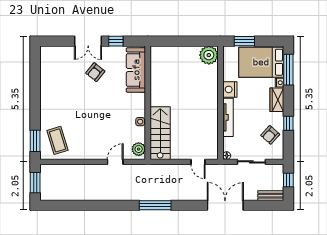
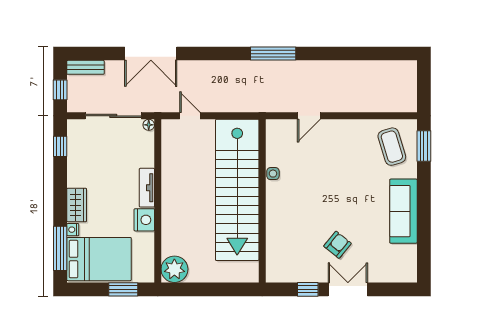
sofa: (136, 70) -> (403, 211), moved, turned 180
tv unit: (228, 117) -> (147, 188), width x0.71
window: (288, 123) -> (60, 146), moved
stairs: (160, 133) -> (237, 190), width x1.86, depth x1.51
armchair: (270, 135) -> (86, 155), removed
plant: (139, 149) -> (275, 134), removed
sliding door: (251, 162) -> (113, 116), width x1.37
window: (35, 183) -> (424, 86), removed
window: (155, 205) -> (273, 54), moved

